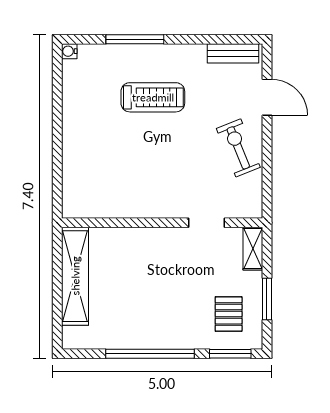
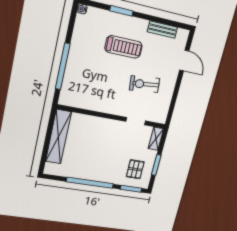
window: (135, 39) -> (121, 11), width x0.69
bench: (233, 53) -> (162, 30), moved
exercise bike: (238, 148) -> (145, 84), moved, turned -74
window: (57, 152) -> (63, 66), added

